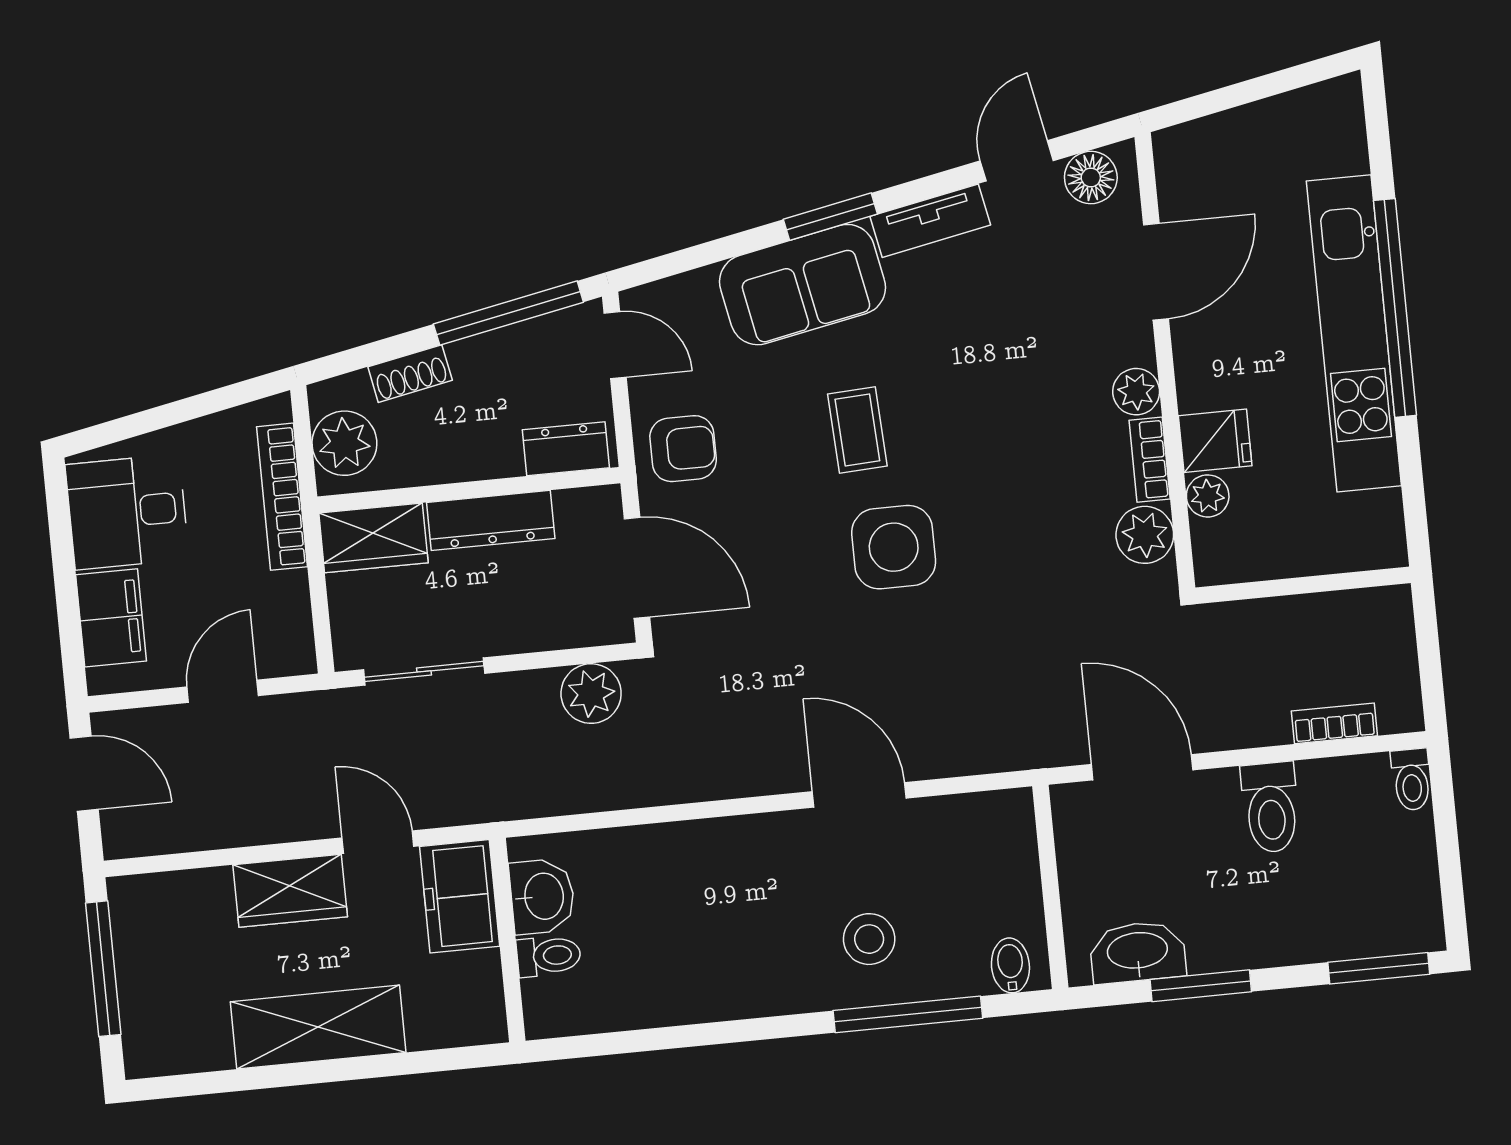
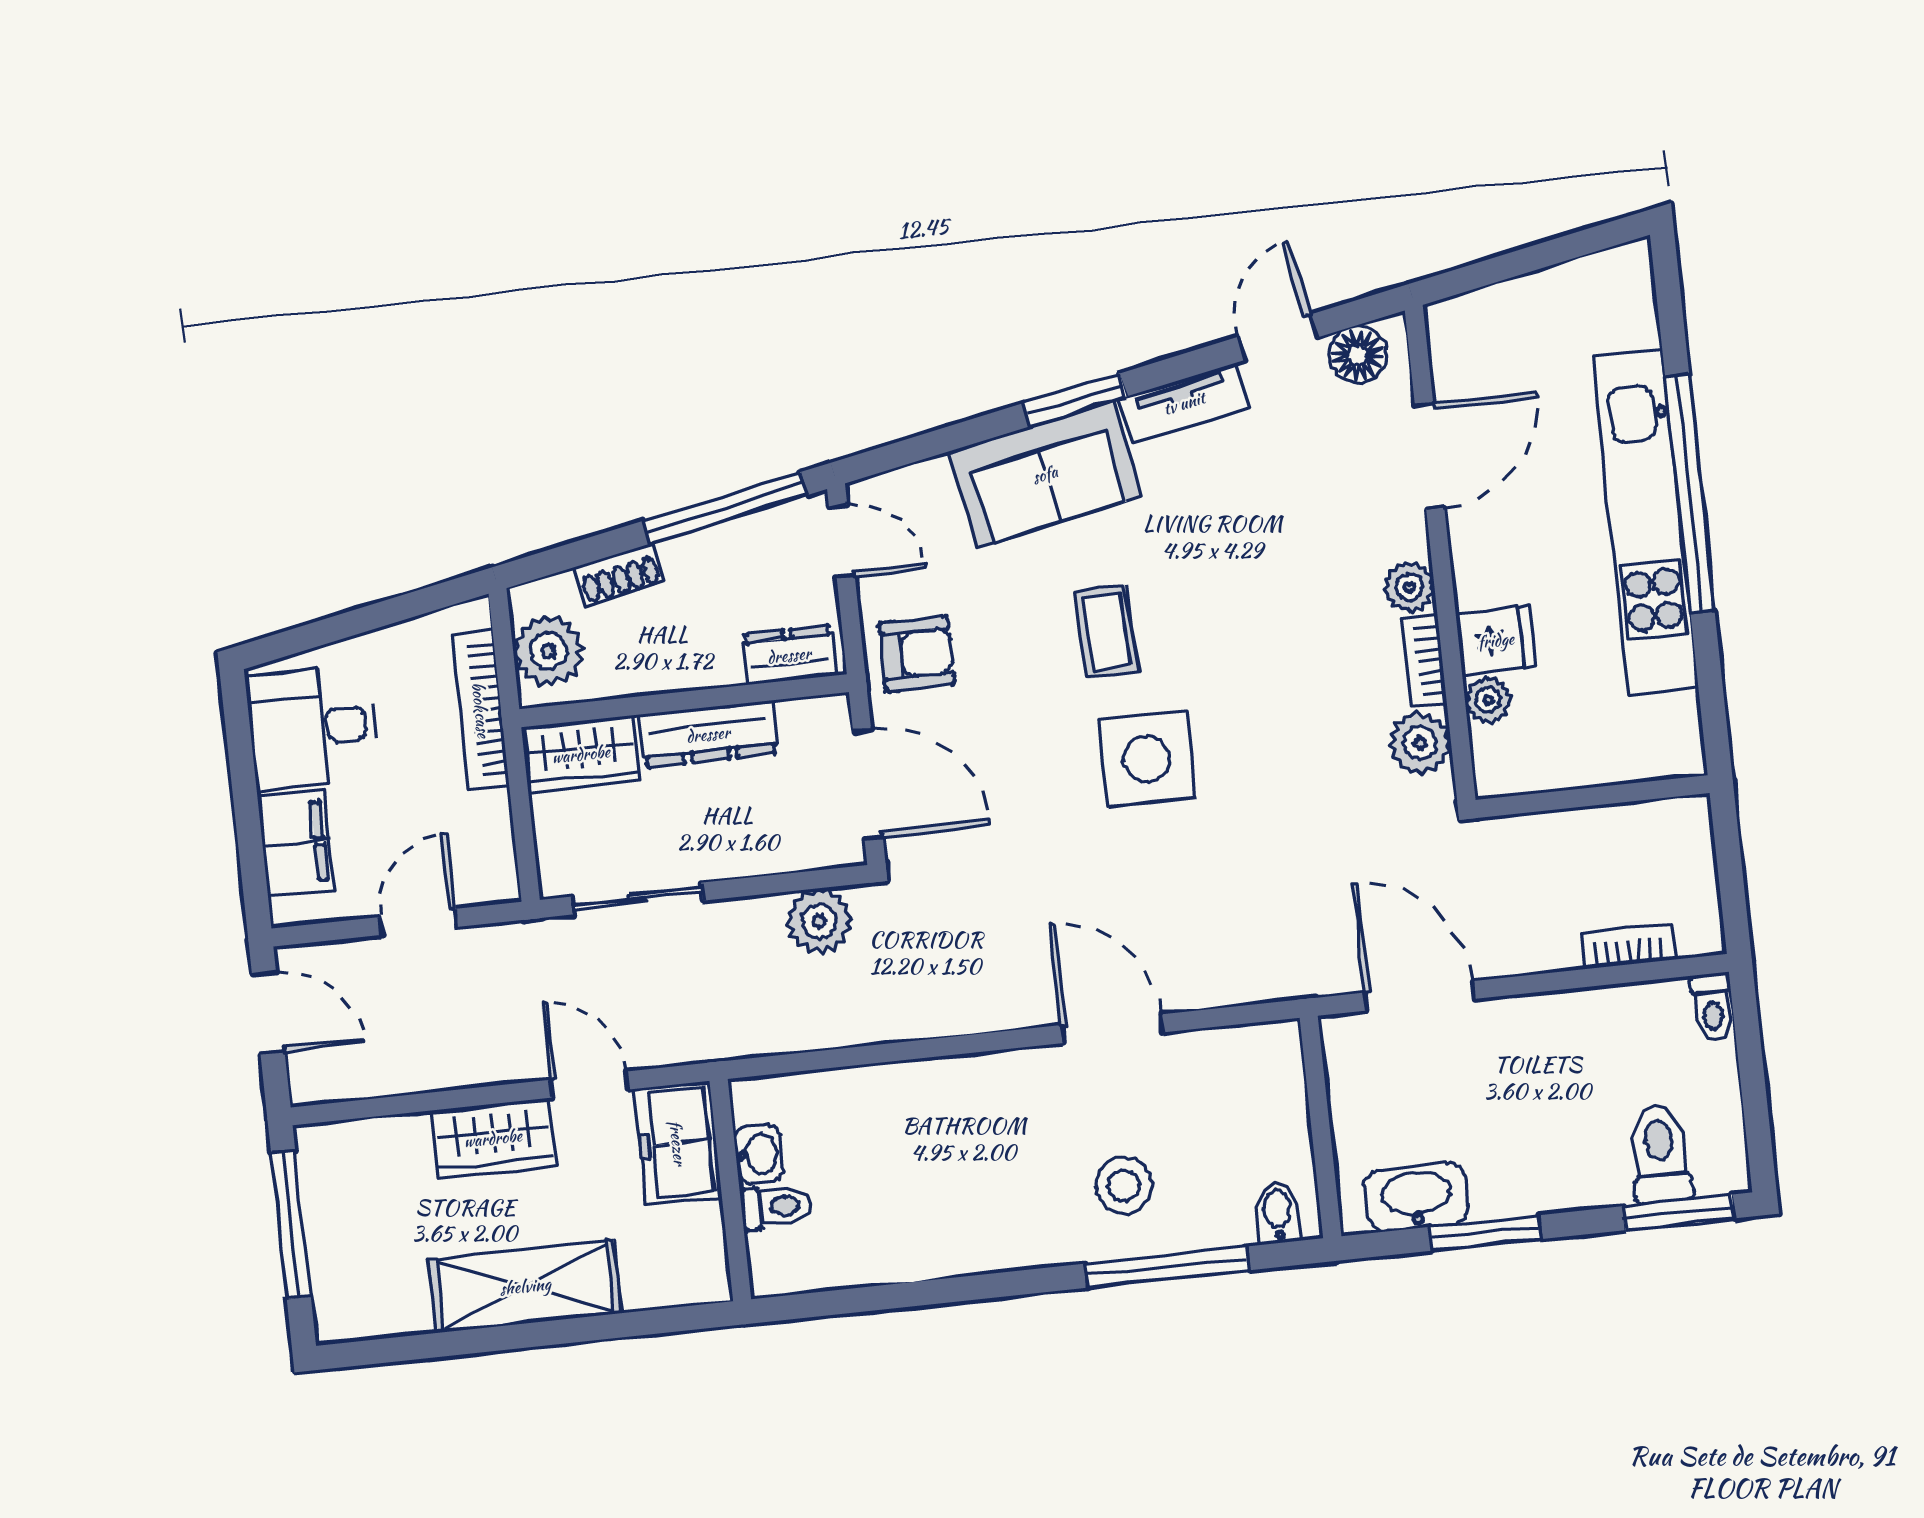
toilet: (1271, 807) -> (1660, 1154), moved, turned 180
washbasin: (542, 896) -> (759, 1154), width x0.72, depth x0.69

